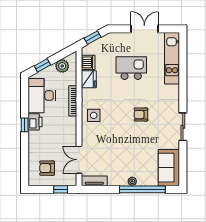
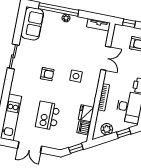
kitchen island: (131, 68) -> (48, 116), turned 90
side table: (94, 115) -> (76, 76), moved
double door: (79, 160) -> (106, 58), moved

